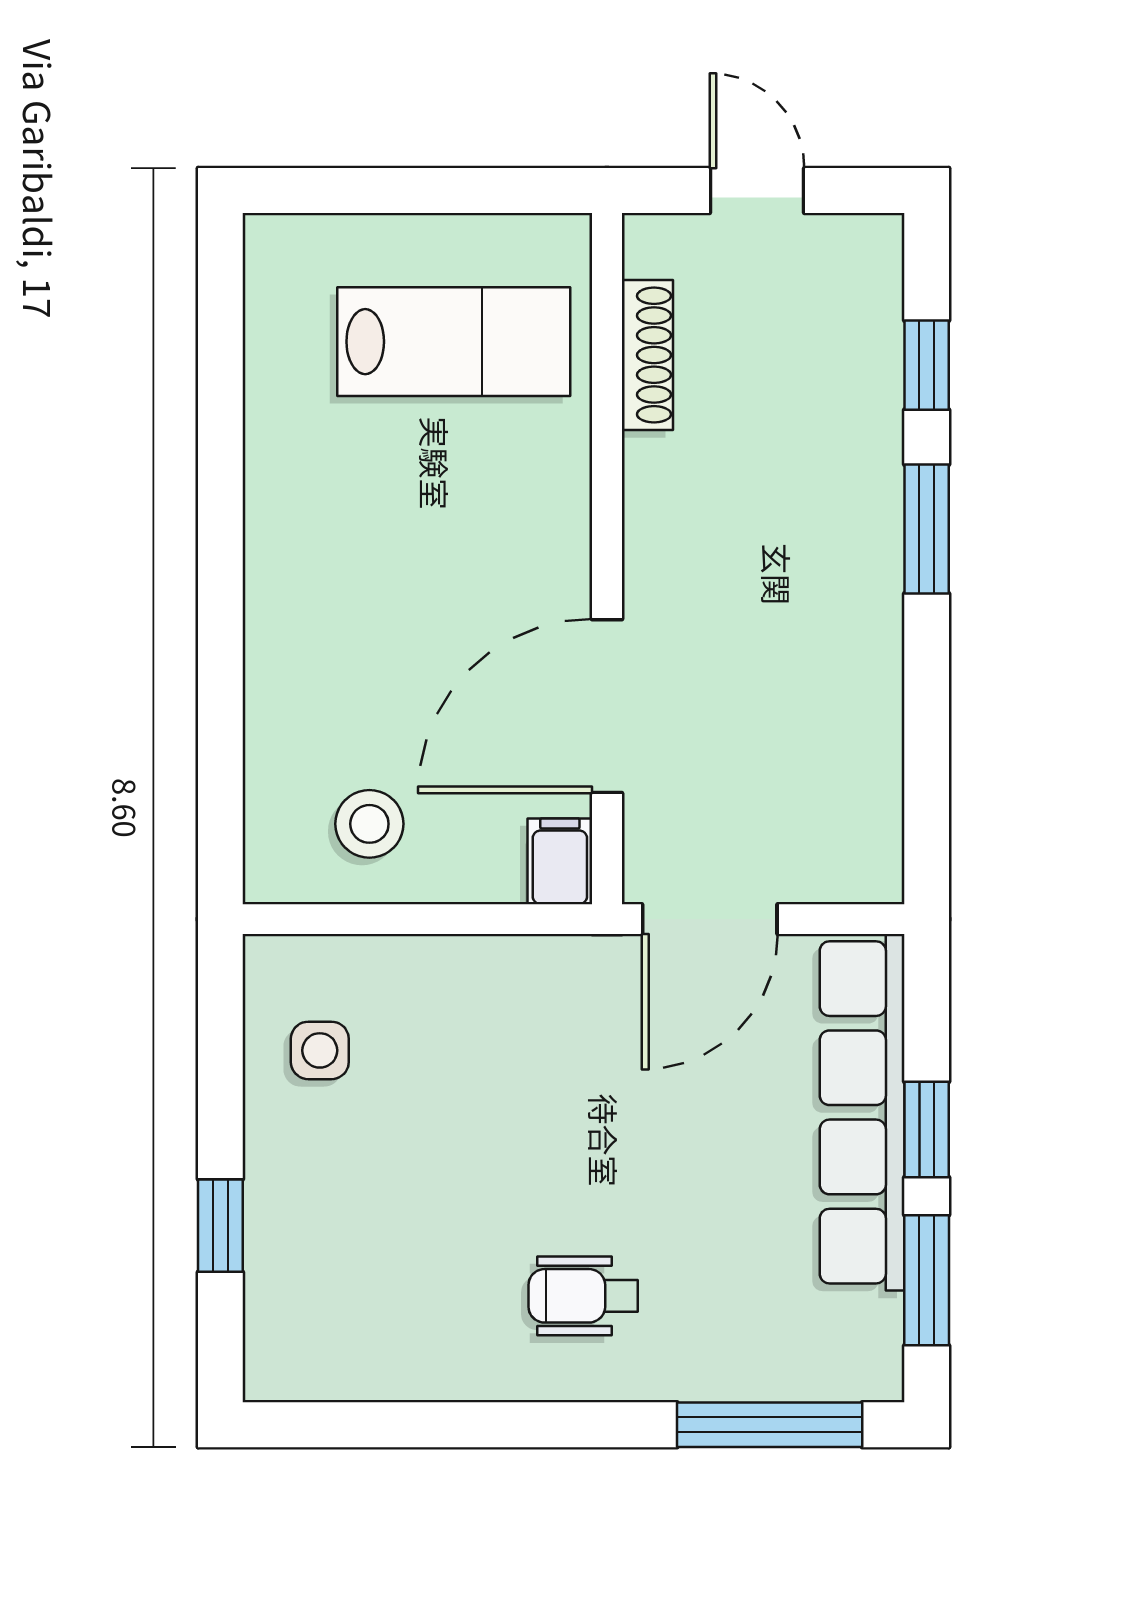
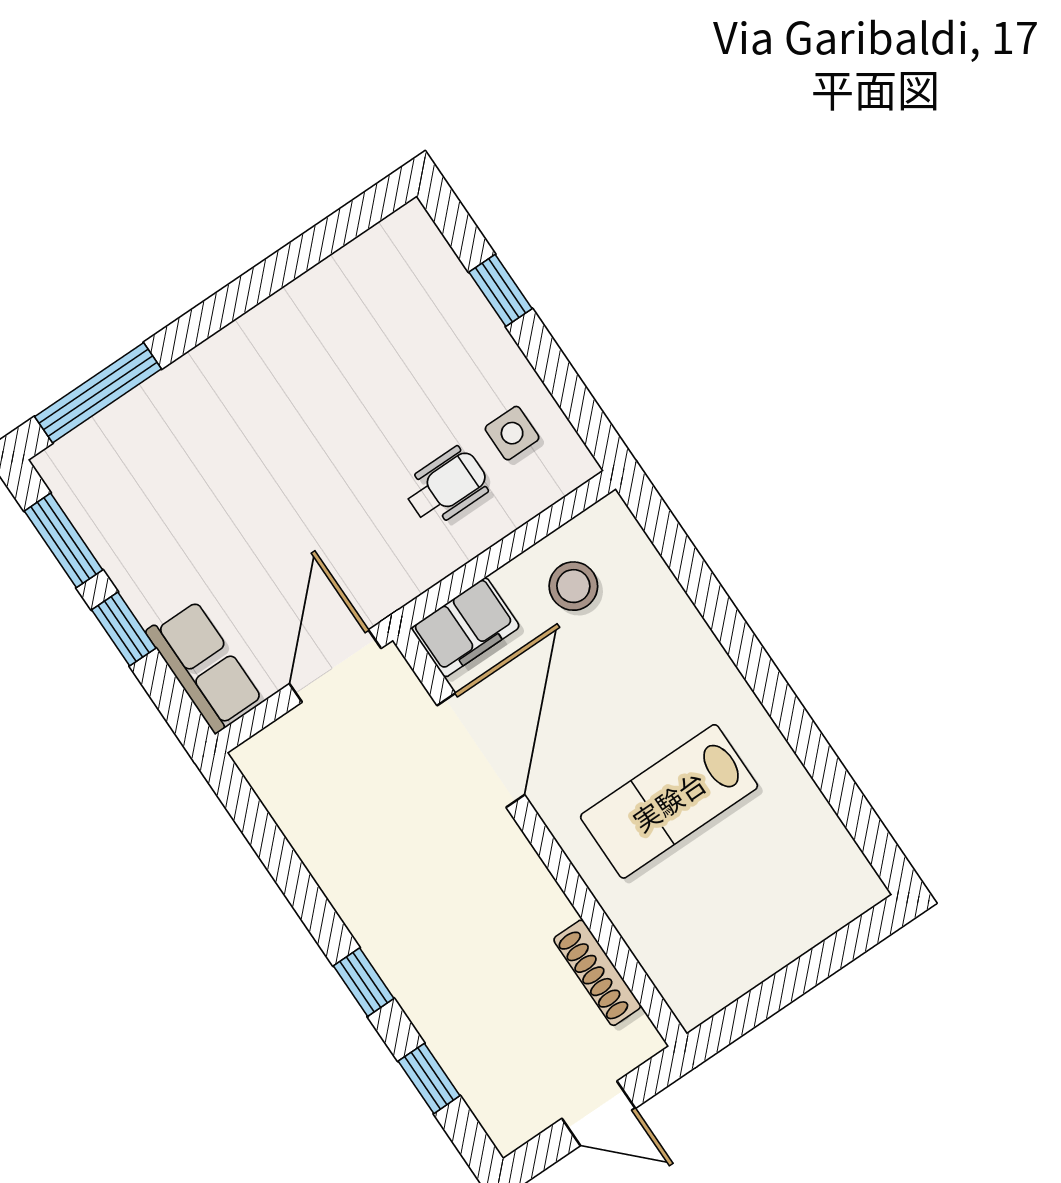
lab bench: (454, 342) -> (669, 801), moved
window: (927, 529) -> (364, 982), width x0.67
filing cabinet: (560, 861) -> (465, 627), width x2.00
row of seats: (862, 1112) -> (204, 666), width x0.50
wheelchair: (583, 1296) -> (447, 486), moved

